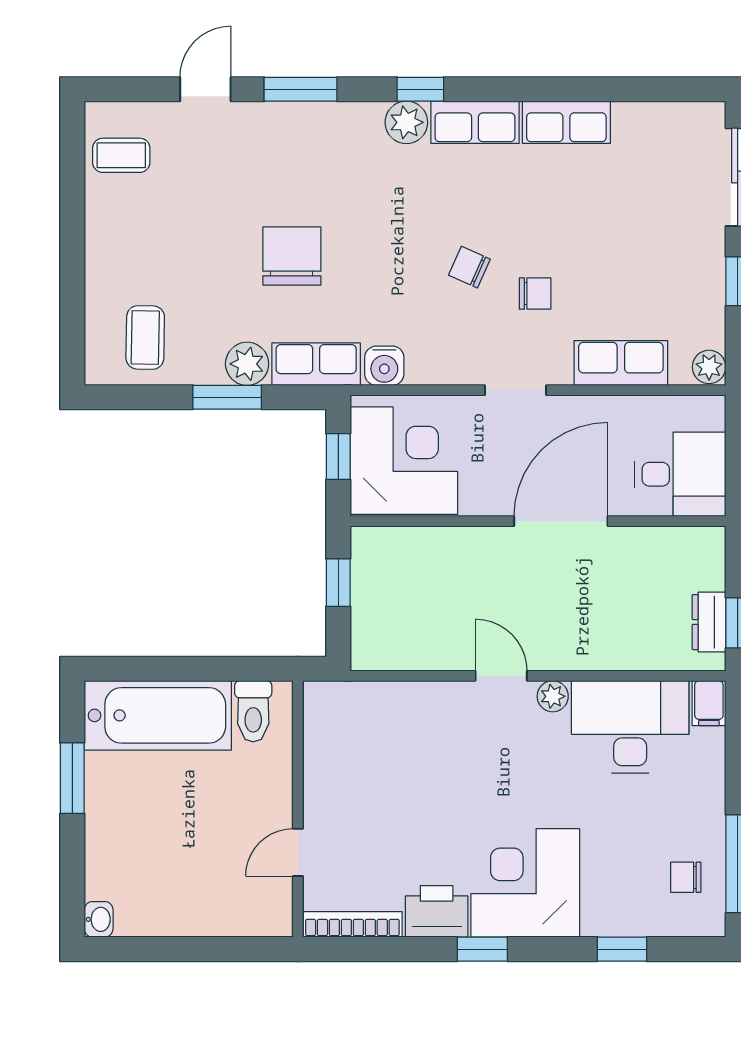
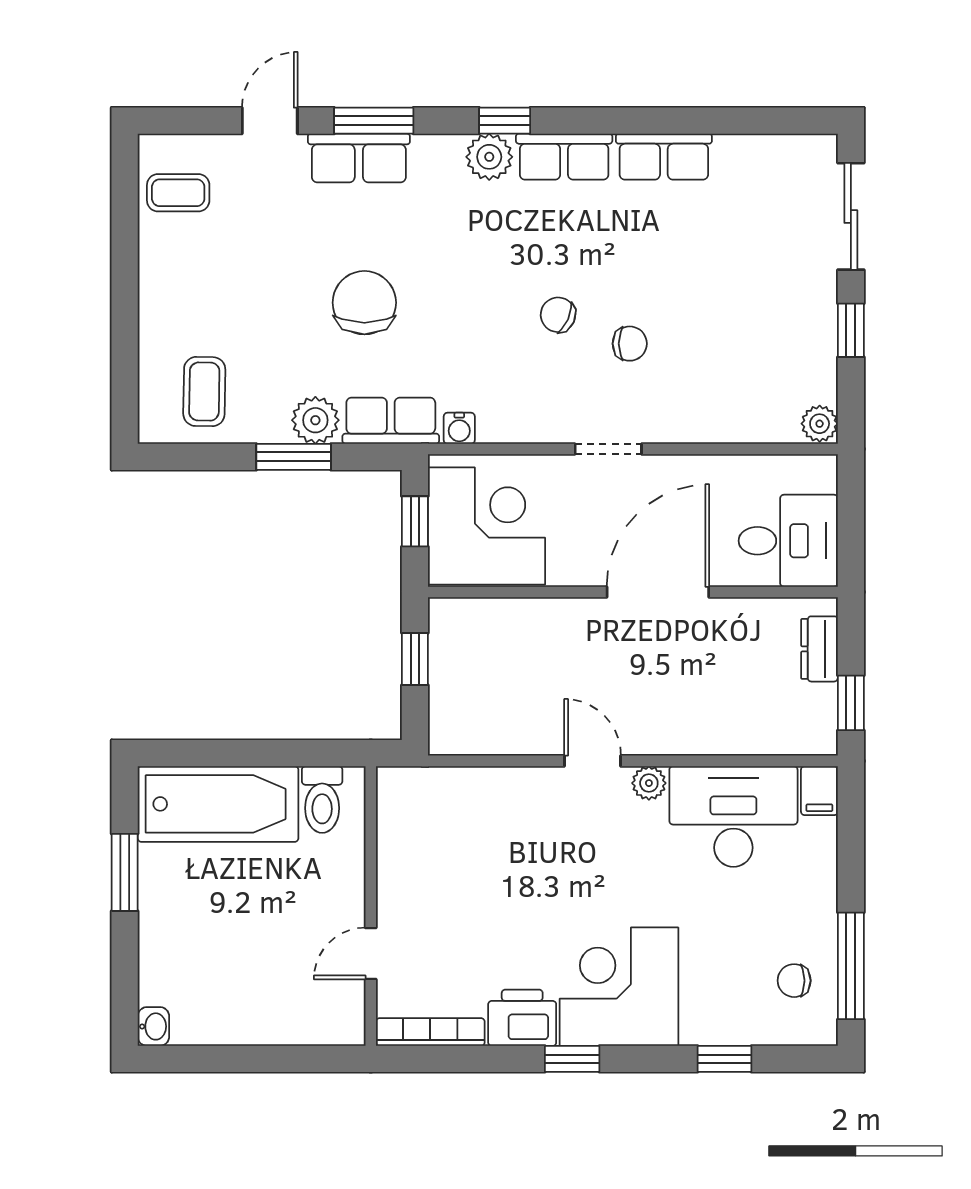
row of seats: (621, 363) -> (359, 158), moved, turned 180
water cooler: (384, 366) -> (459, 428), width x0.72, depth x0.72
dresser: (709, 622) -> (819, 649), moved

